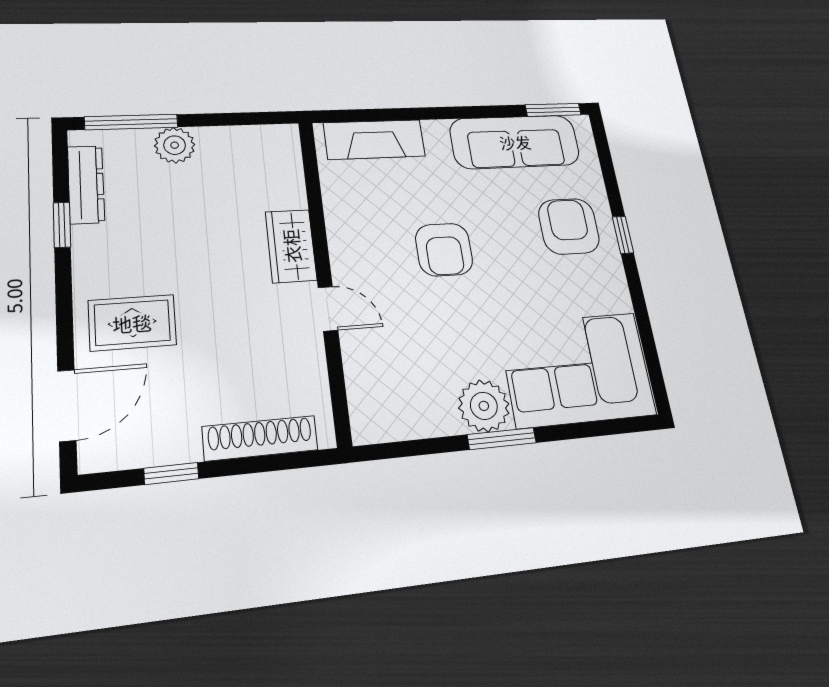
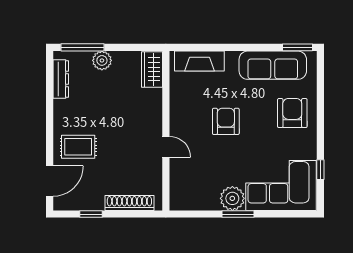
window: (62, 225) -> (50, 98), removed
window: (623, 235) -> (320, 170), moved
wardrobe: (291, 246) -> (152, 69), moved
armchair: (444, 250) -> (226, 121), turned 180

